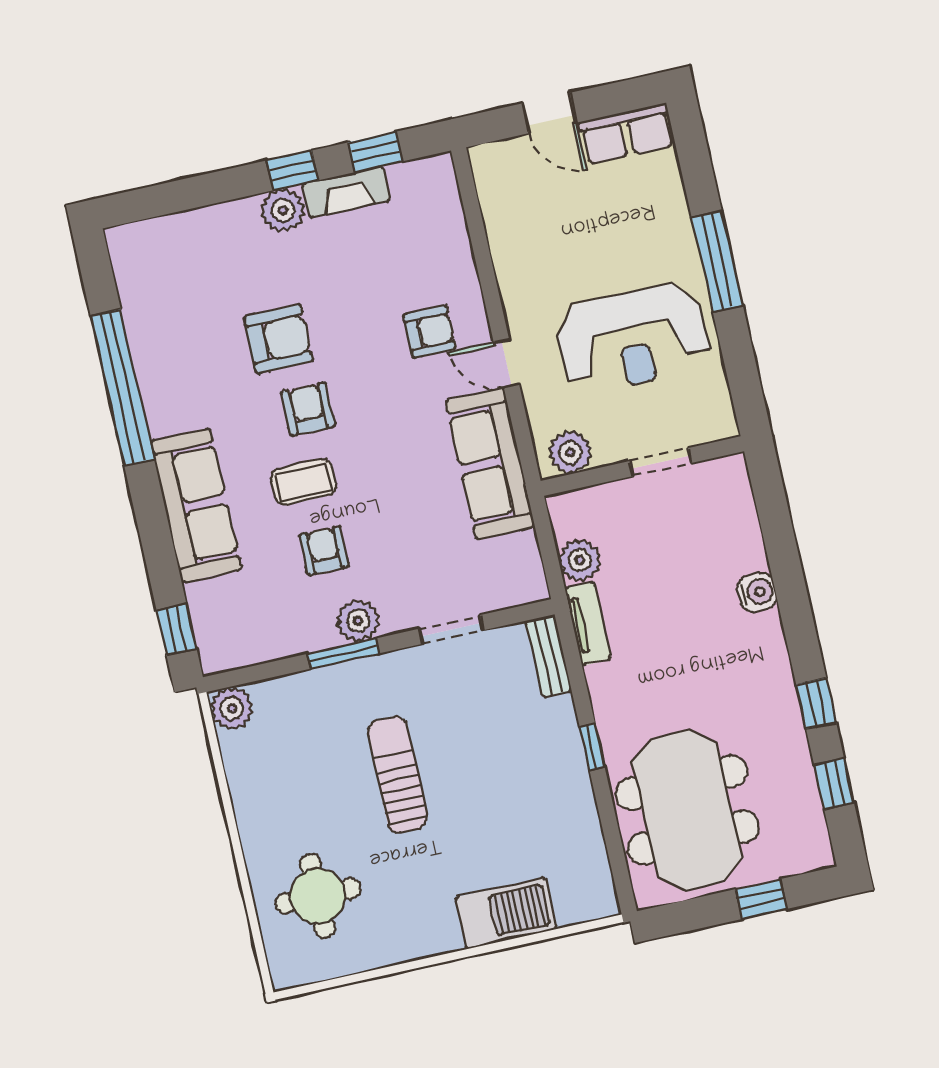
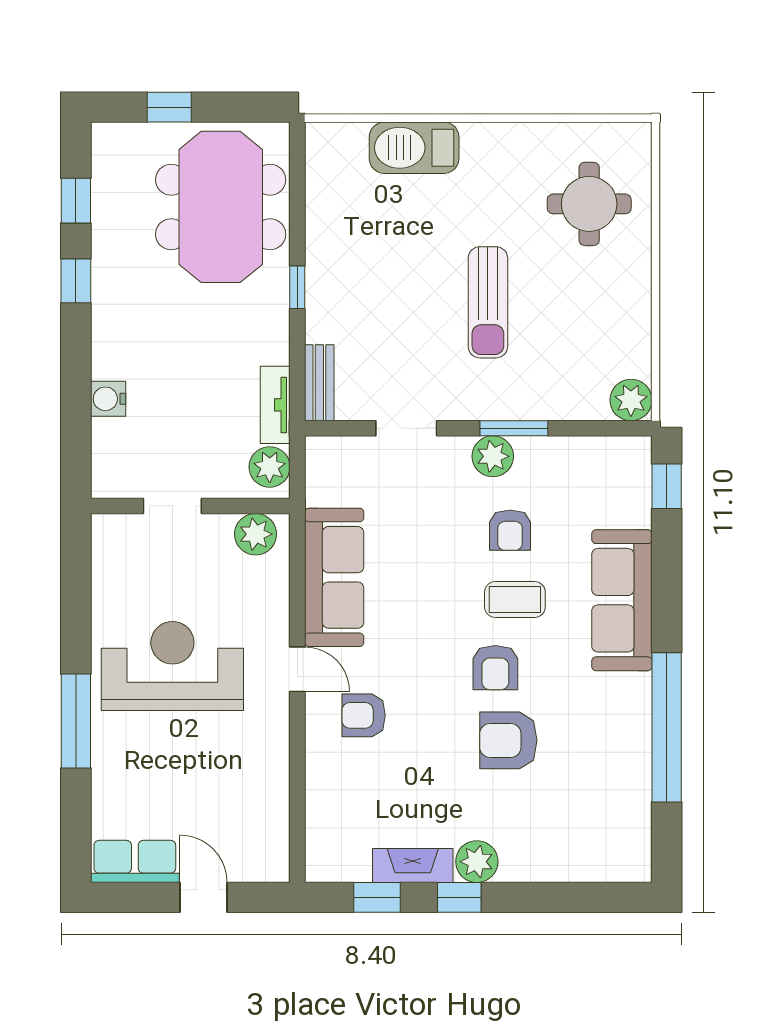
plant: (570, 452) -> (256, 534), moved
doorway: (660, 462) -> (172, 506), moved
wall: (642, 466) -> (190, 506), moved

